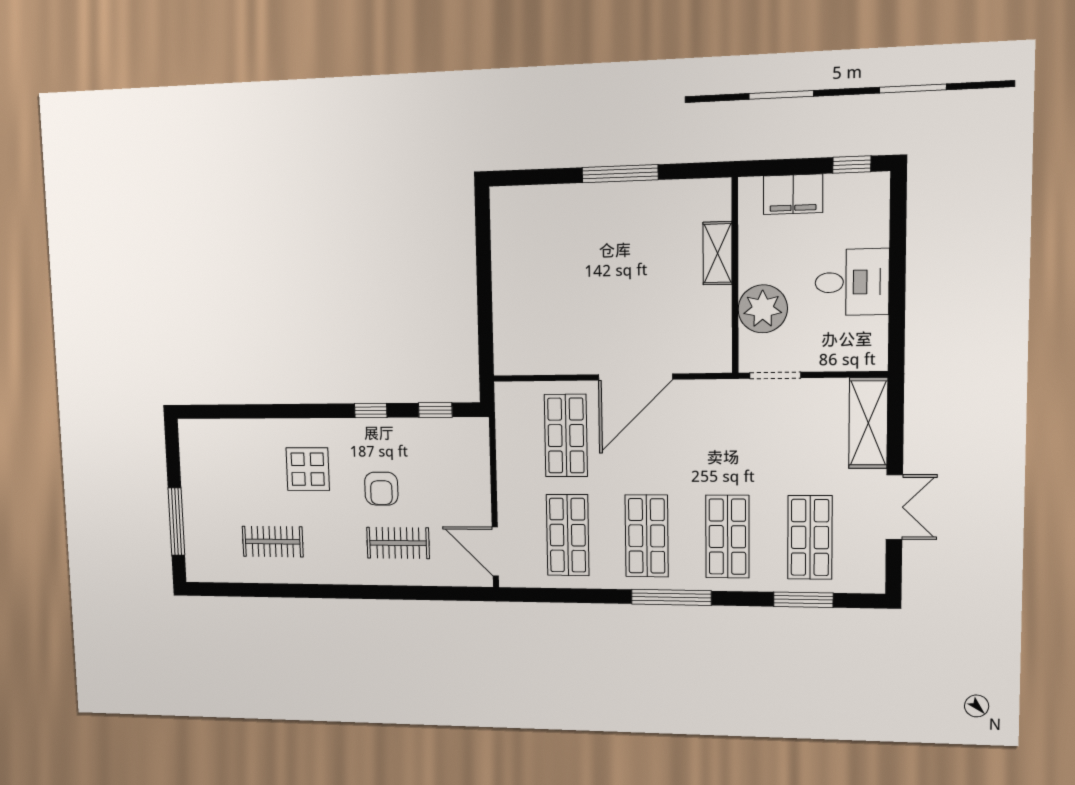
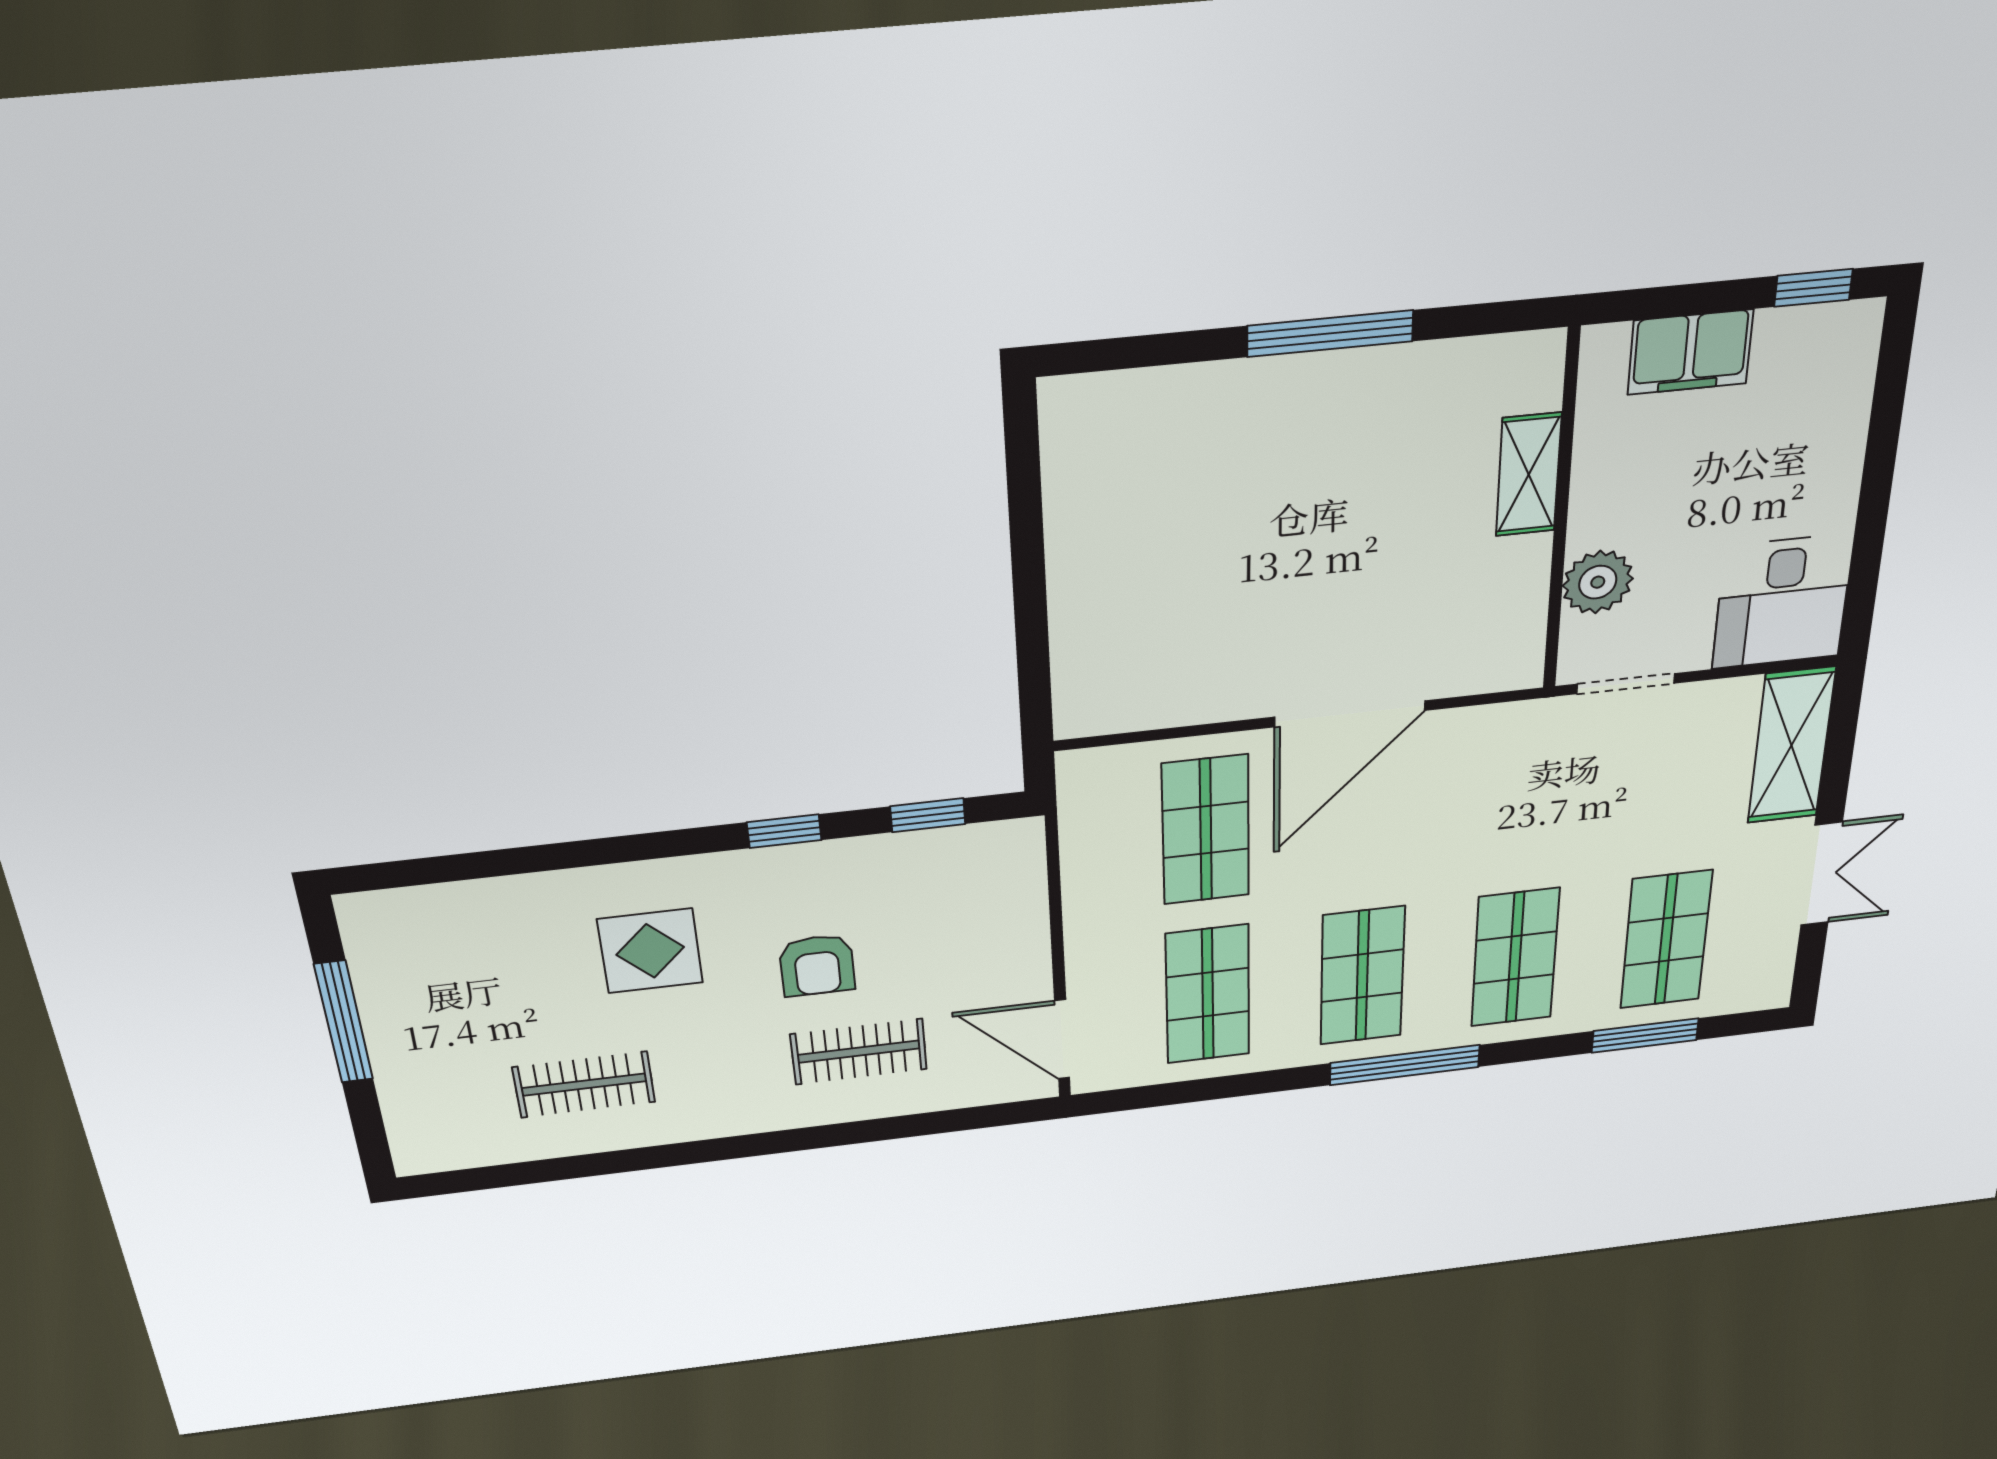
desk: (852, 282) -> (1782, 602), moved, turned 90
plant: (763, 309) -> (1598, 582), width x0.73, depth x0.73
window: (176, 522) -> (344, 1022), moved

